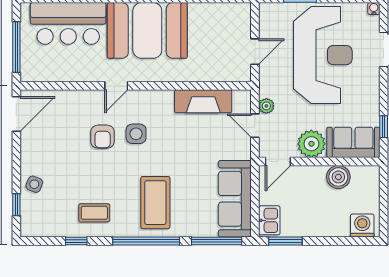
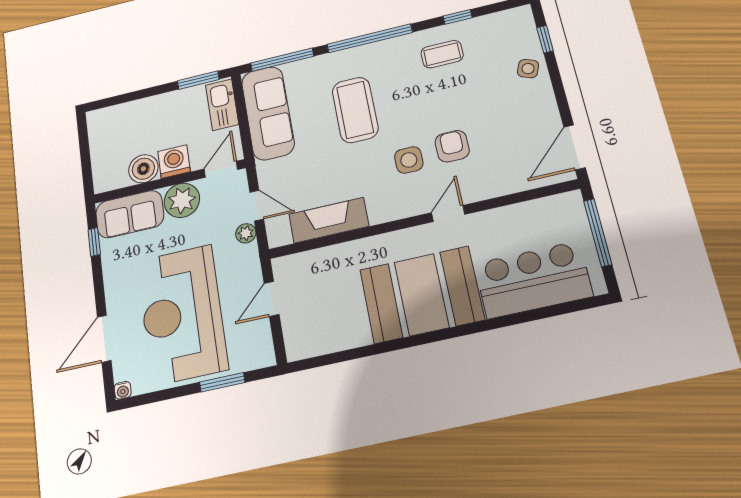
coffee table: (155, 203) -> (355, 110), moved
kitchen sink: (269, 220) -> (222, 105), width x1.38
washing machine: (362, 226) -> (174, 162), moved, turned 180

